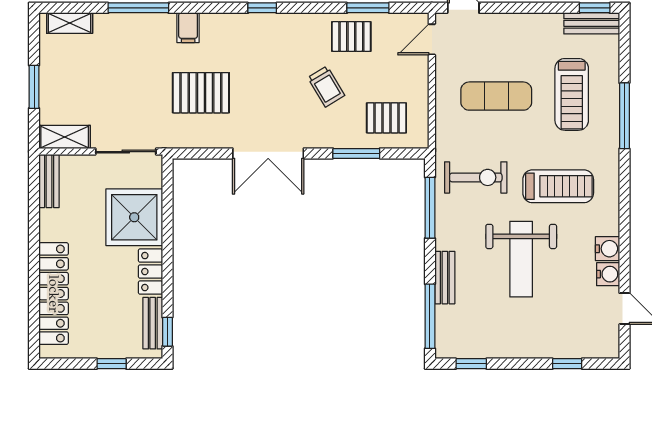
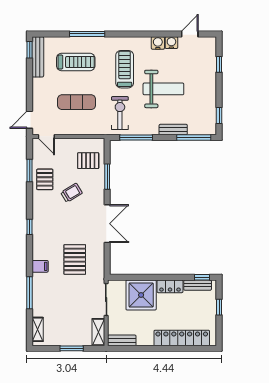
bench: (592, 23) -> (38, 57), width x1.36
exercise mat: (496, 96) -> (77, 102), turned 90
pallet: (386, 118) -> (88, 161), turned 90

